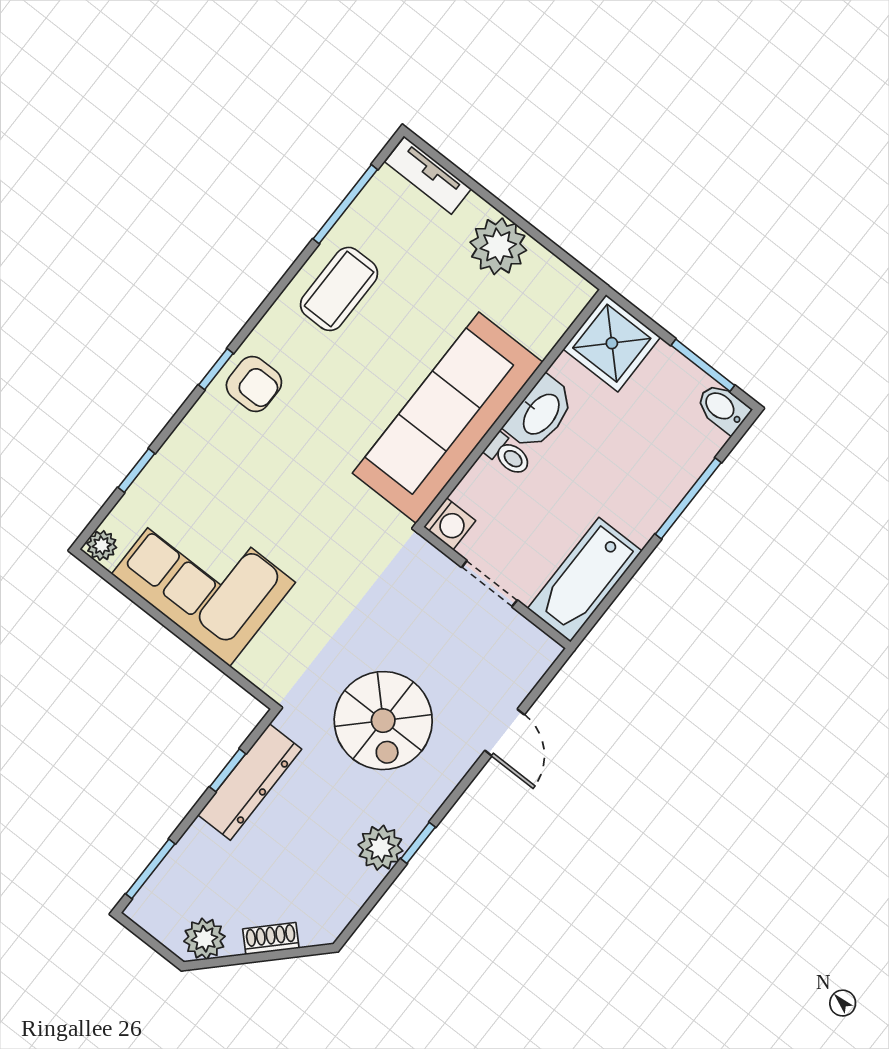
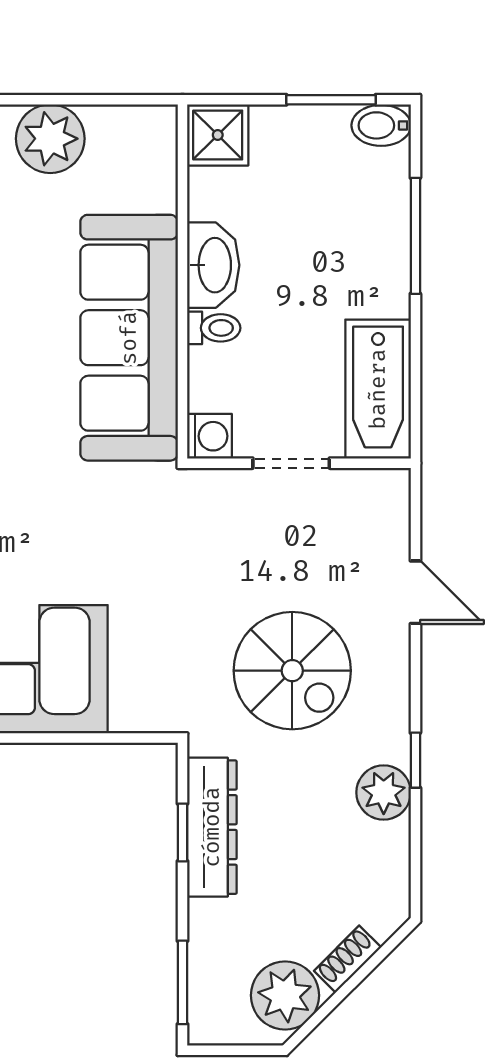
shower: (612, 343) -> (218, 135), width x0.73, depth x0.73
plant: (204, 939) -> (285, 995), width x1.36, depth x1.36

